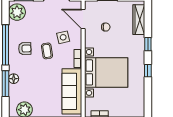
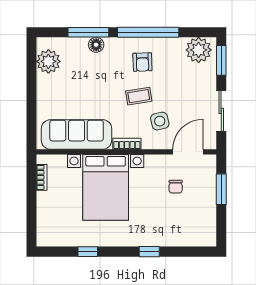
wardrobe: (139, 20) -> (187, 238), removed
window: (148, 71) -> (88, 252), moved

